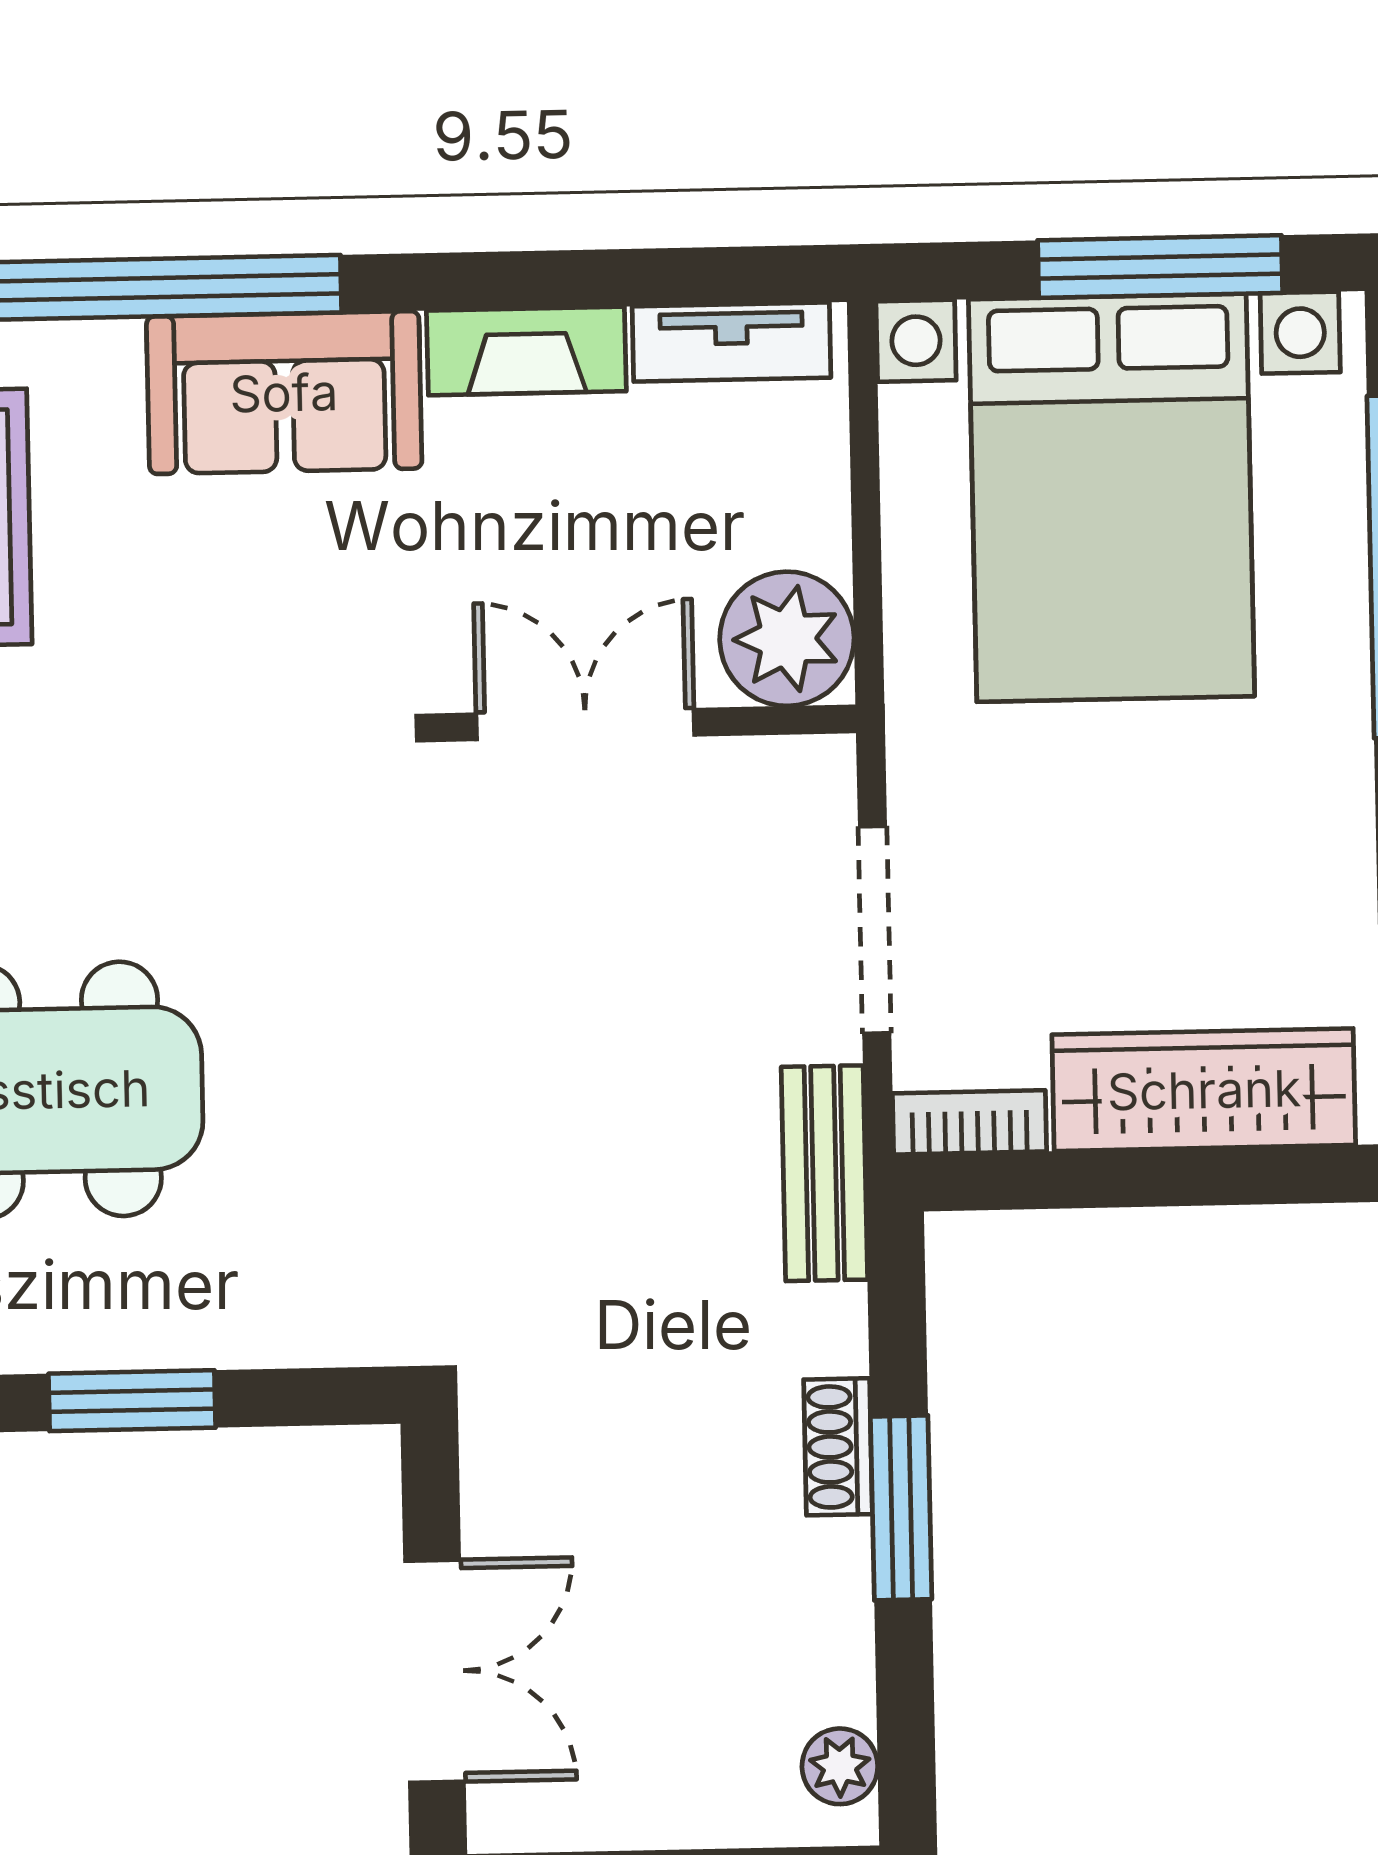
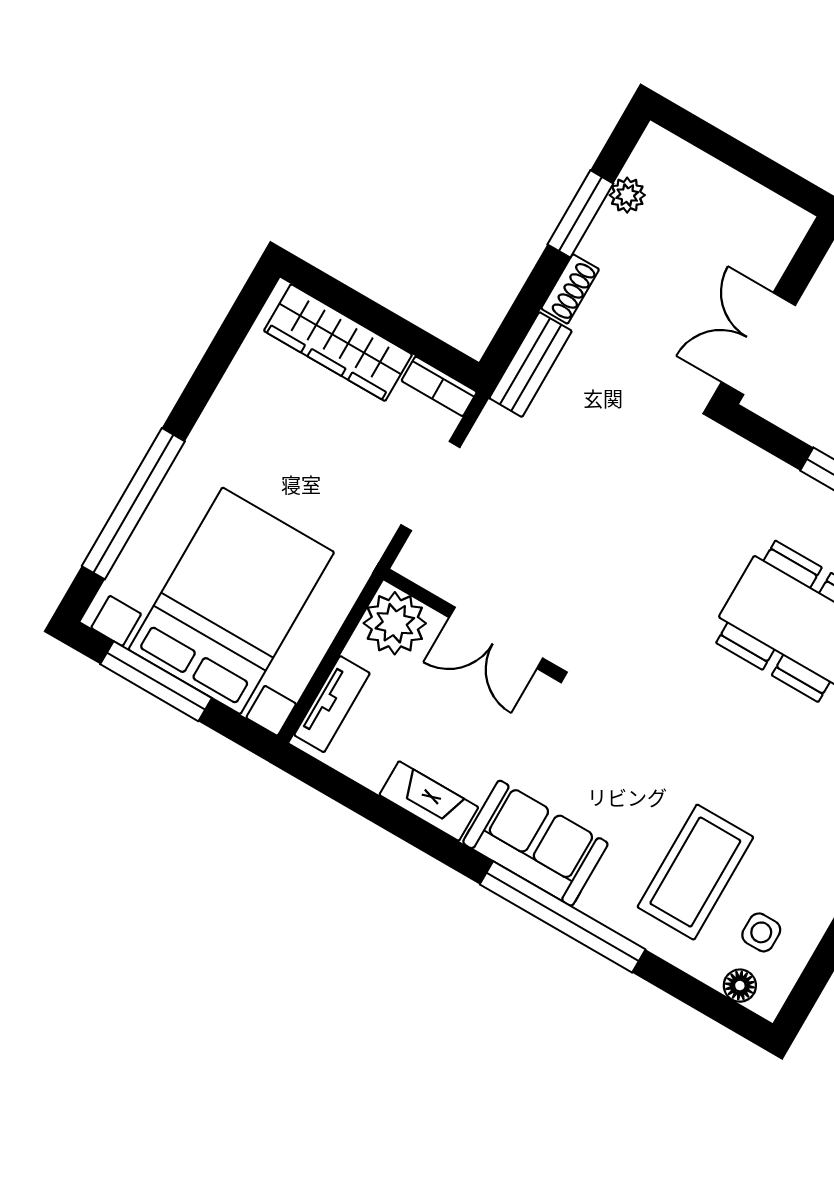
tv unit: (732, 342) -> (332, 704), moved, turned 90
bench: (824, 1173) -> (531, 365), moved
window: (901, 1508) -> (580, 214), moved
double door: (435, 1671) -> (758, 344), moved
plant: (840, 1766) -> (627, 195), moved

